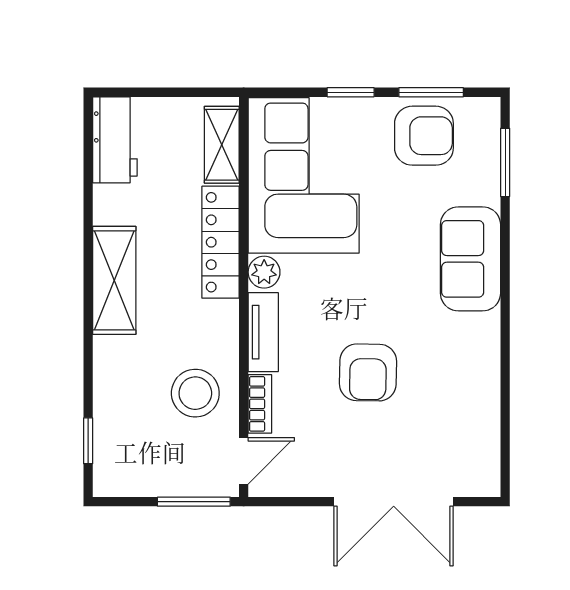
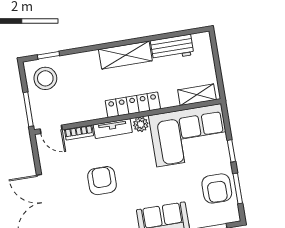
workbench: (115, 140) -> (172, 48), moved
locker: (220, 242) -> (133, 105), moved
armchair: (368, 372) -> (102, 181), turned 89
stool: (195, 393) -> (45, 78), moved

